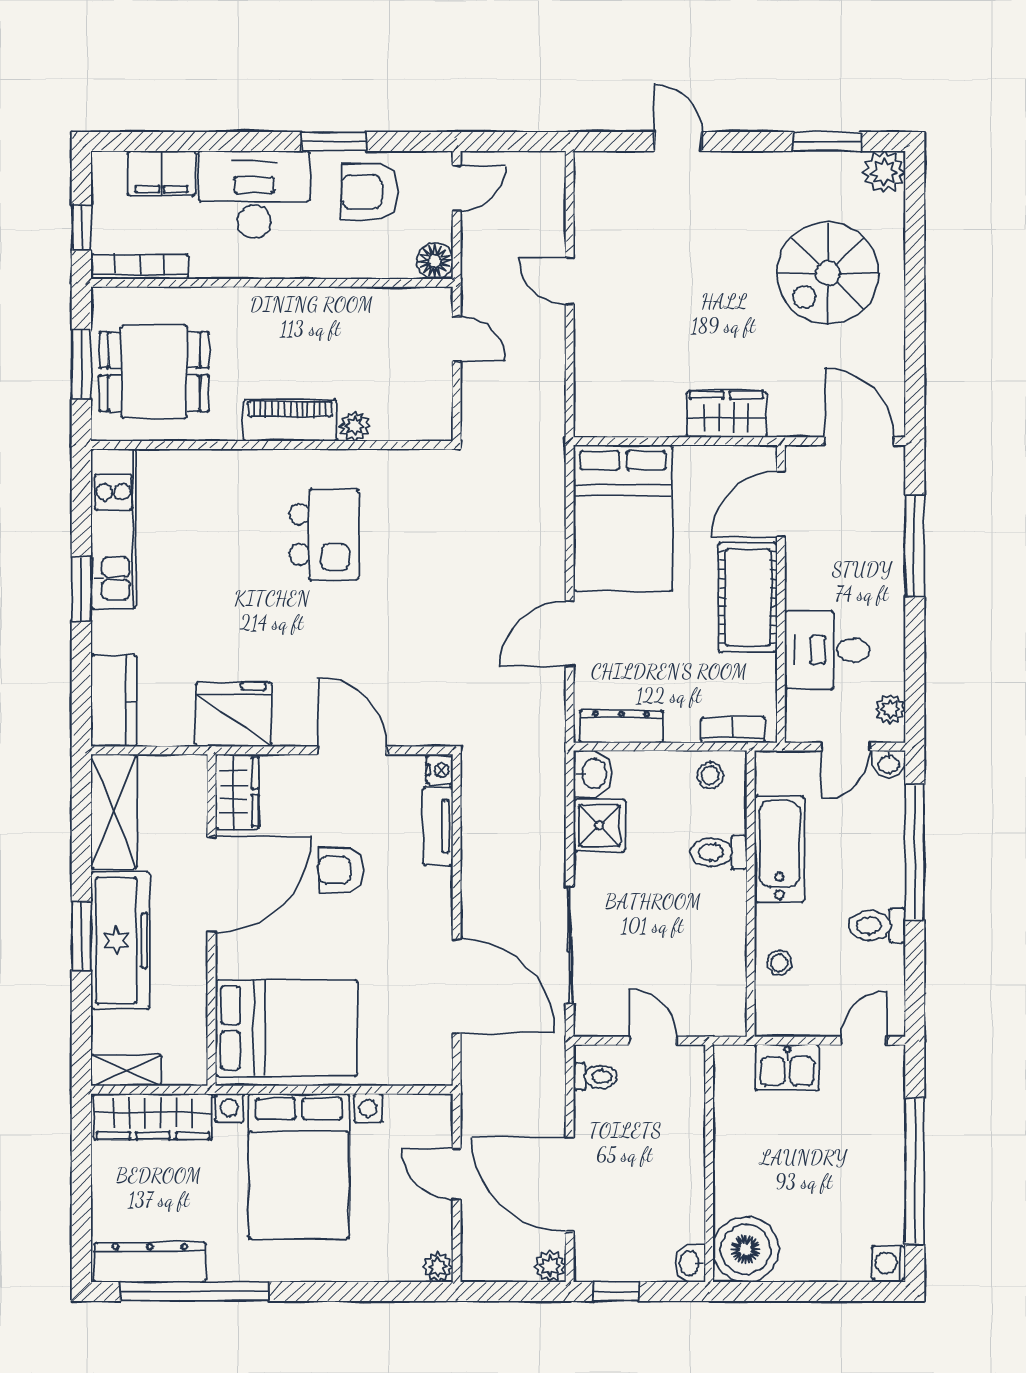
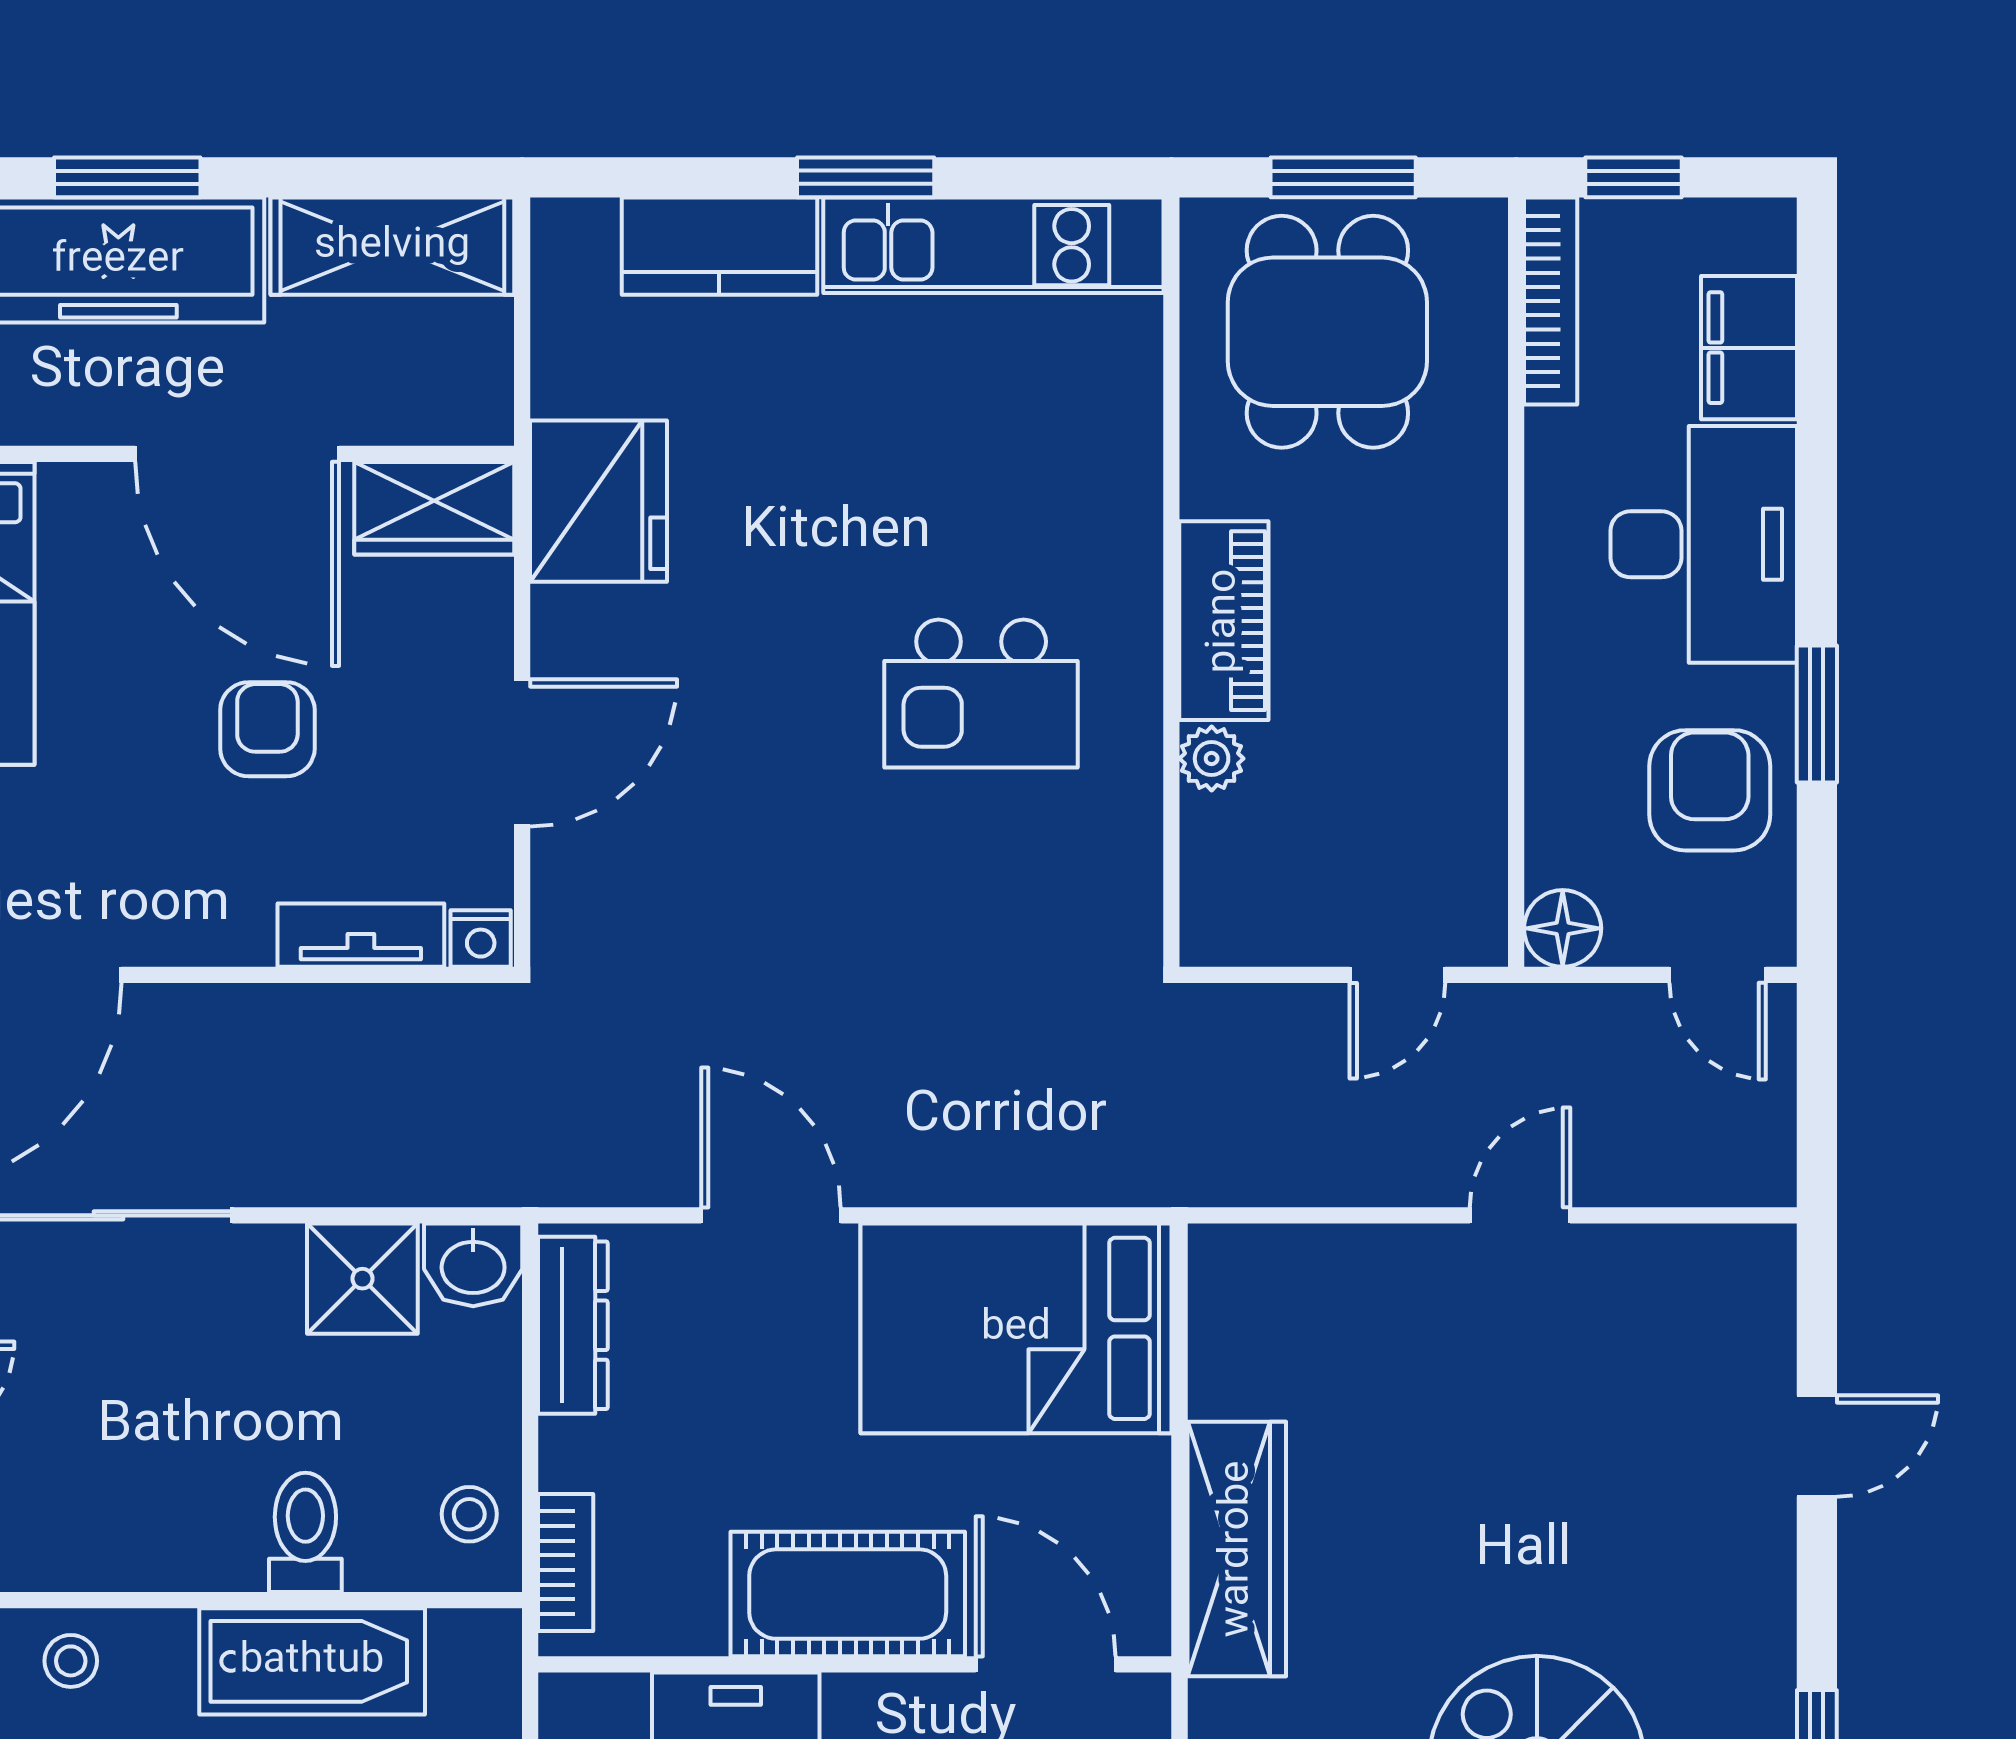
wardrobe: (727, 414) -> (1237, 1549), width x1.50
kitchen counter: (114, 701) -> (719, 246), moved

